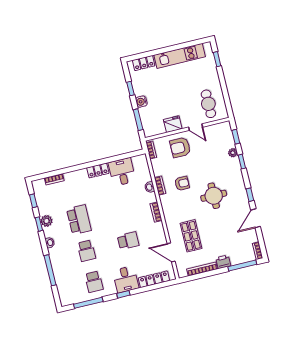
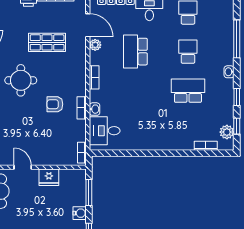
armchair: (180, 147) -> (47, 147), removed
locker: (98, 171) -> (151, 144), removed
desk: (122, 172) -> (105, 131), moved, turned 90
school desk: (79, 220) -> (188, 91), turned 90
plant: (46, 221) -> (227, 132), moved
shop shelf: (191, 236) -> (47, 42), moved, turned 90
plant: (161, 238) -> (95, 45), added
school desk: (128, 241) -> (135, 52), width x1.85

